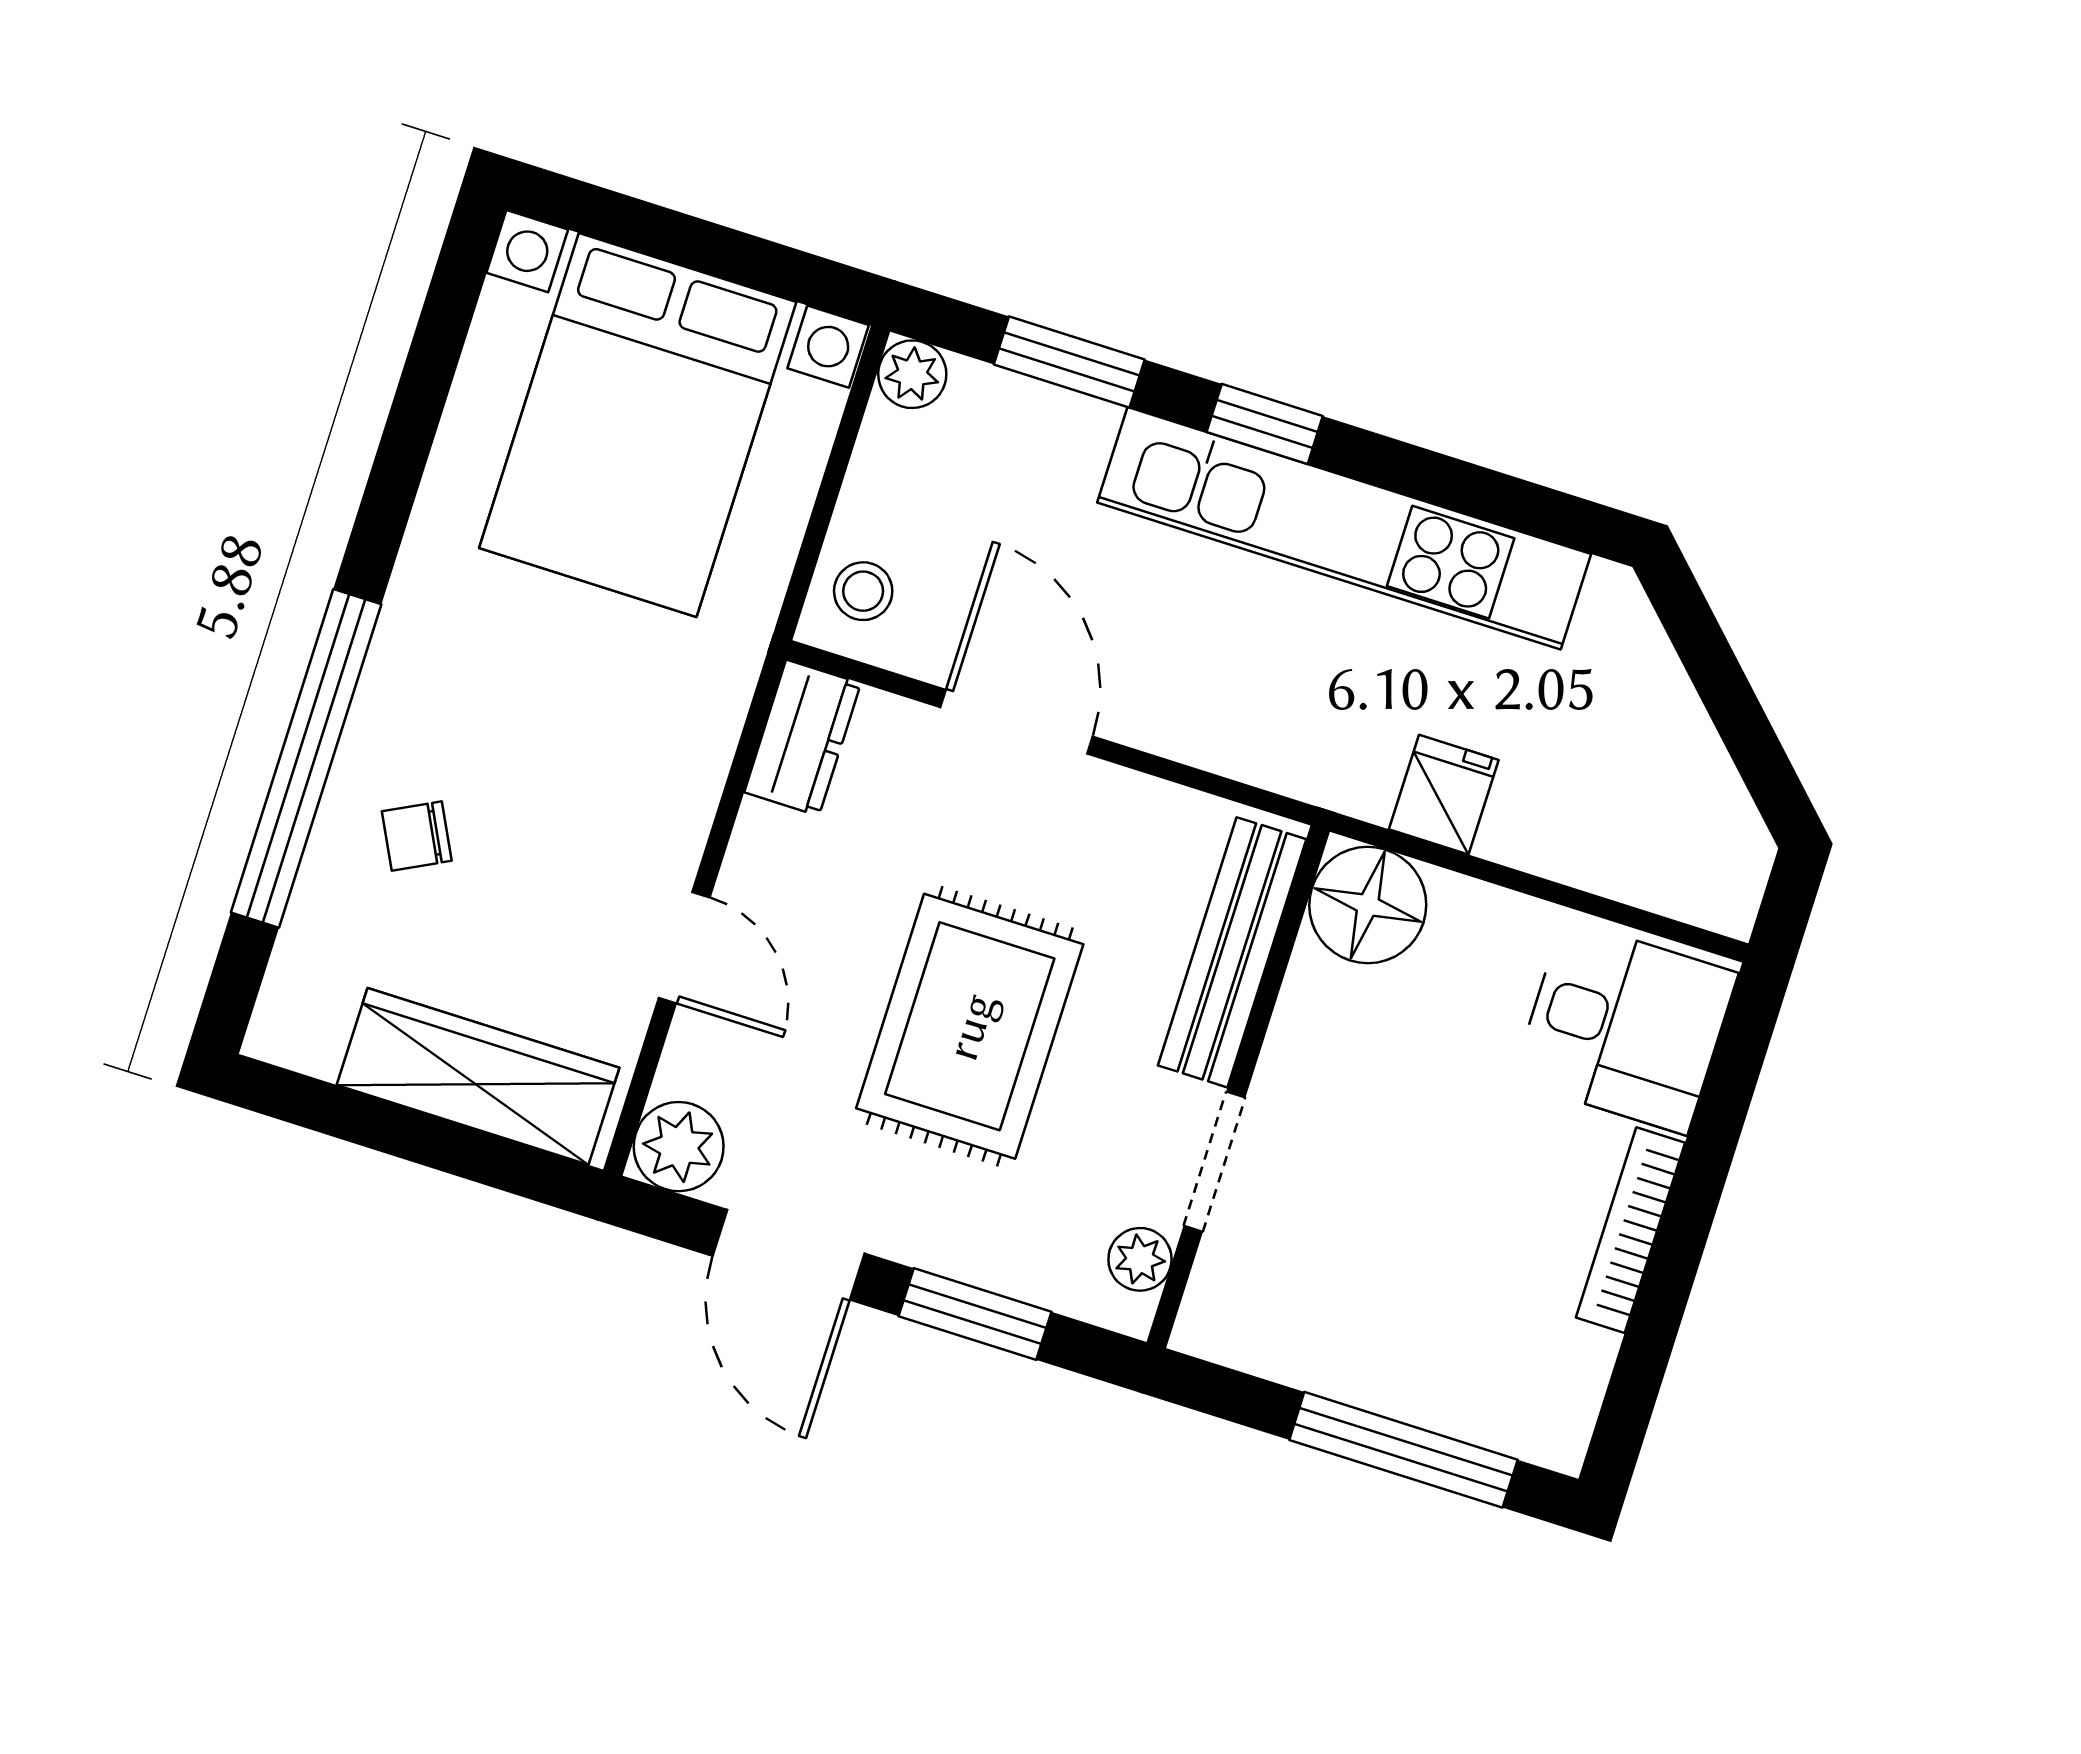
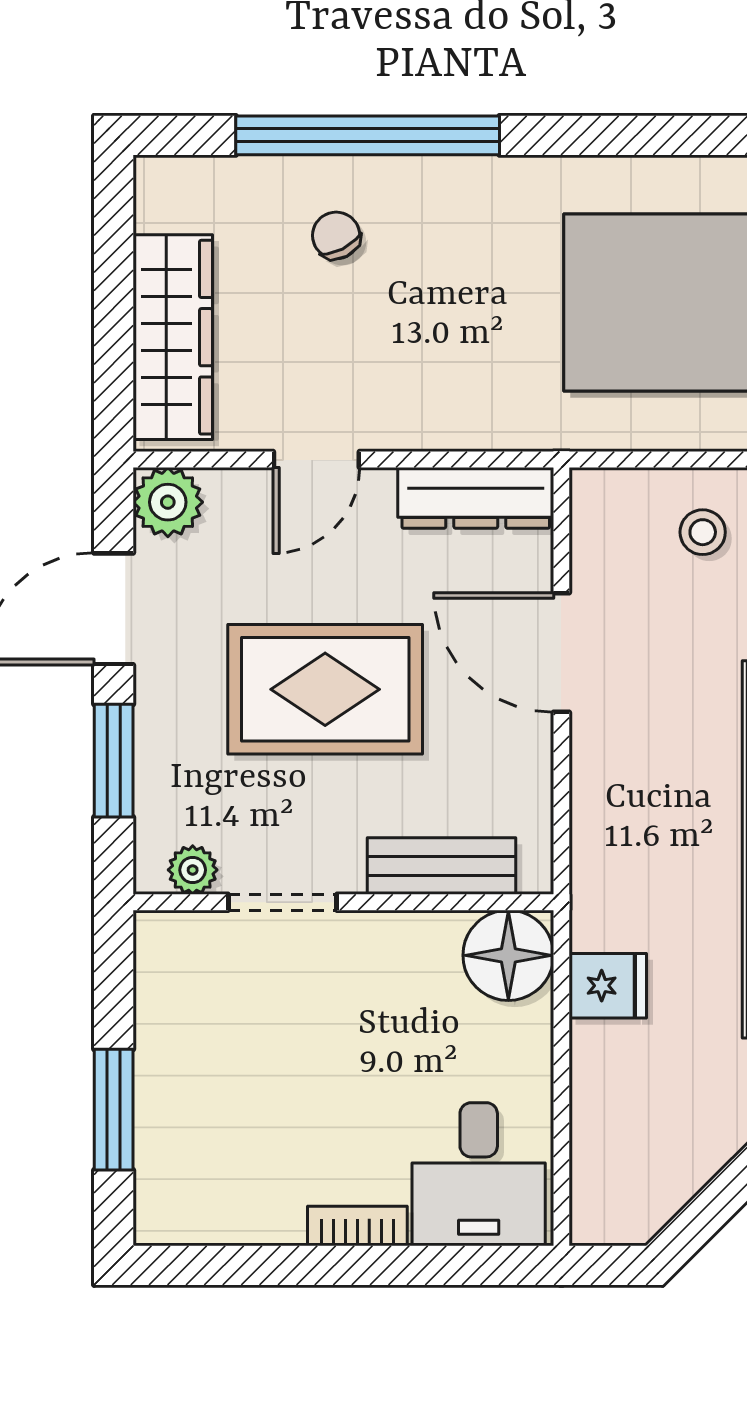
stool: (863, 591) -> (703, 532), moved
door: (1017, 722) -> (561, 652), swing flipped
dresser: (803, 738) -> (476, 498), width x1.44
bench: (1232, 952) -> (441, 866), width x0.73
bookcase: (1630, 1230) -> (357, 1226), width x0.64
window: (1403, 1450) -> (114, 1110), width x0.69

